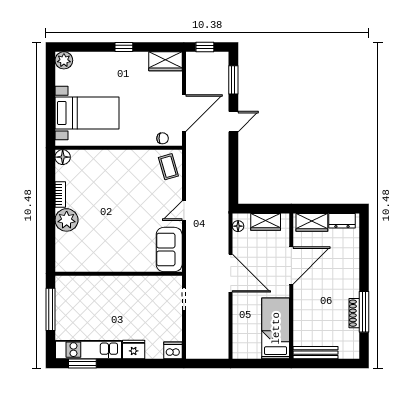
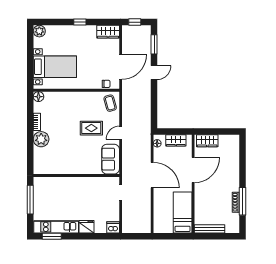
rug: (141, 204) -> (91, 128), added
dresser: (342, 221) -> (228, 140), removed

